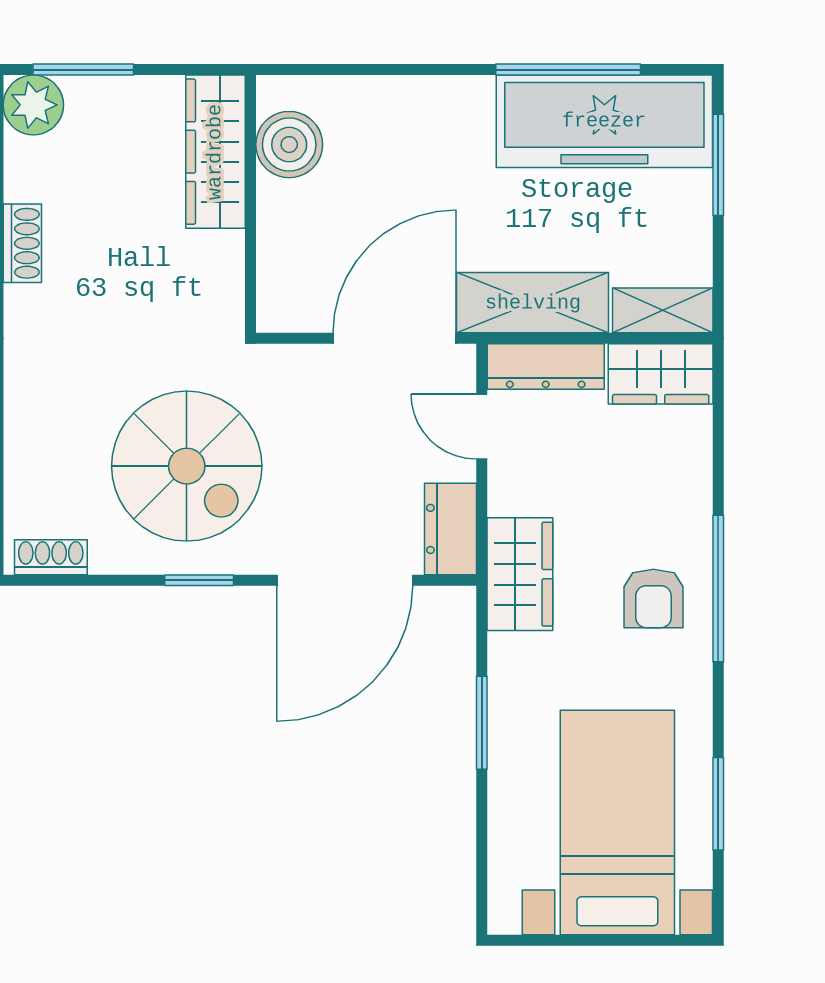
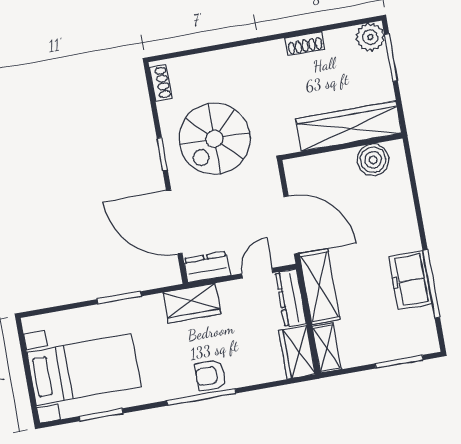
freezer: (604, 121) -> (410, 280), width x0.52, depth x0.79
wardrobe: (215, 152) -> (349, 126), width x1.40, depth x1.17
armchair: (653, 598) -> (211, 375), moved

